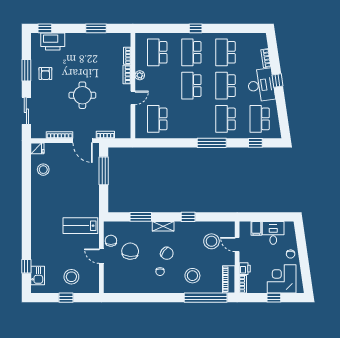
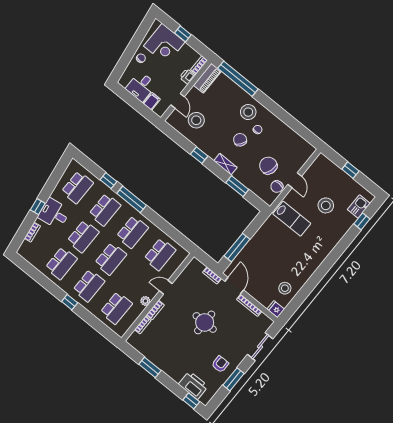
desk: (261, 85) -> (54, 214), width x0.73
school desk: (191, 119) -> (132, 232), added
window: (255, 143) -> (108, 181), moved
chair: (130, 251) -> (268, 166), turned 102
stool: (192, 276) -> (248, 112), moved
stool: (71, 277) -> (326, 205), moved

